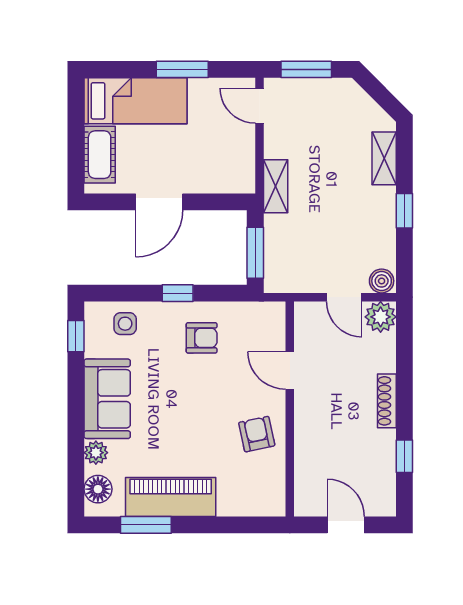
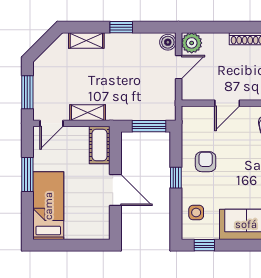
cot: (100, 155) -> (100, 145), moved, turned 90
shelving: (276, 186) -> (88, 113), moved

